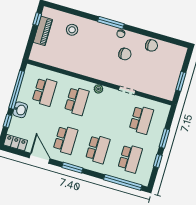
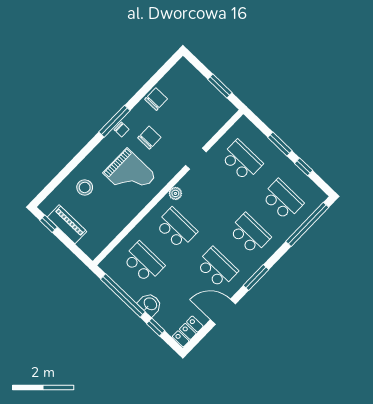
window: (111, 23) -> (114, 121), moved
grand piano: (95, 54) -> (130, 174), added

